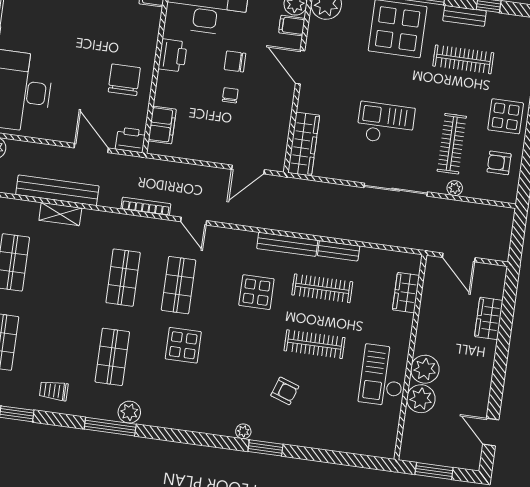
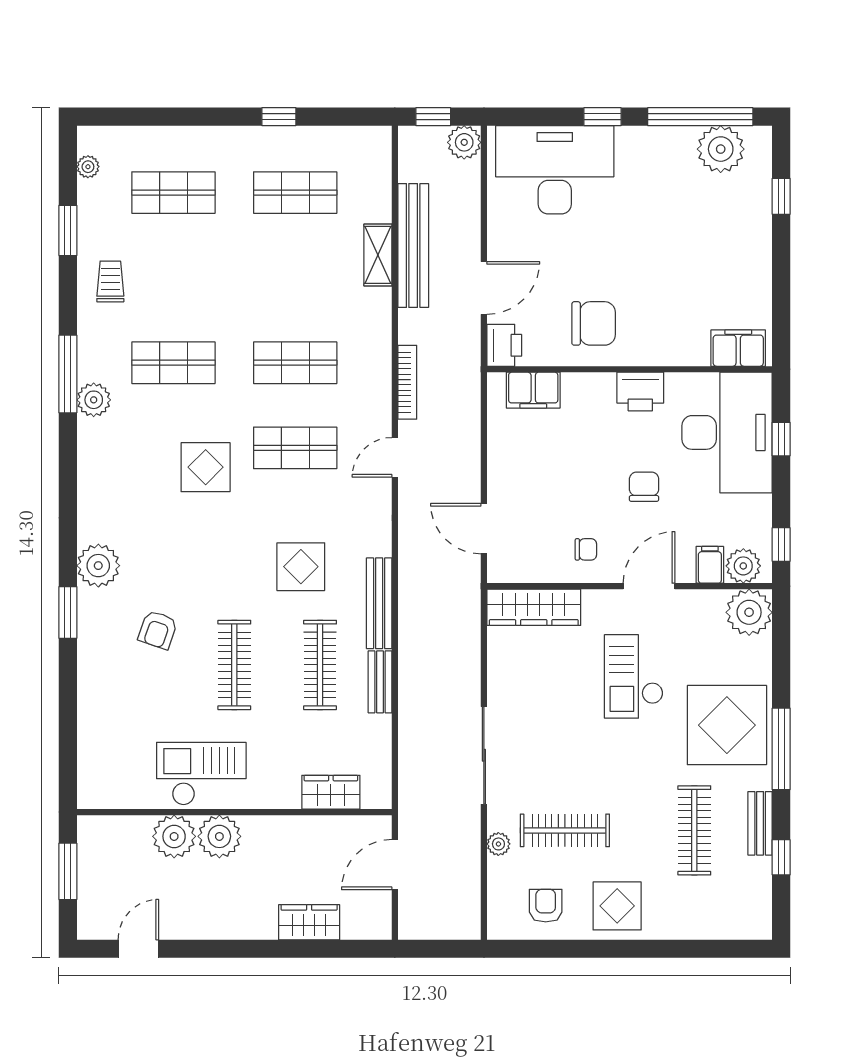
chair: (230, 95) -> (586, 549), moved
checkout: (386, 124) -> (634, 676), moved, turned 180
plant: (243, 431) -> (98, 566), width x1.88, depth x1.88

